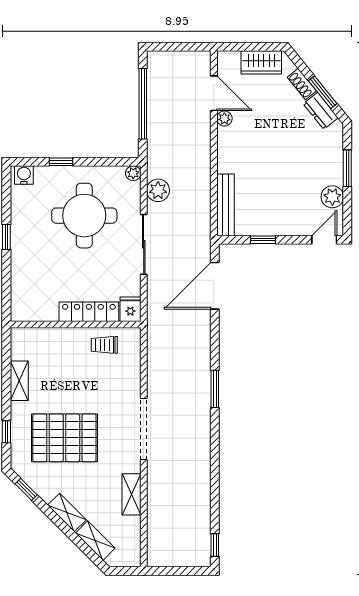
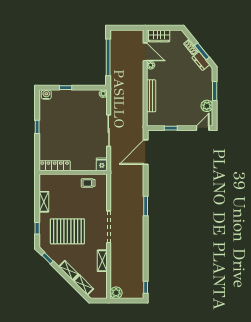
wardrobe: (261, 62) -> (159, 36), moved
plant: (158, 190) -> (116, 293), moved
bench: (225, 205) -> (151, 96), moved
round table: (84, 216) -> (78, 116), removed
locker: (89, 312) -> (55, 166), moved

